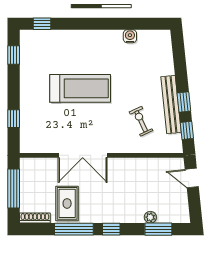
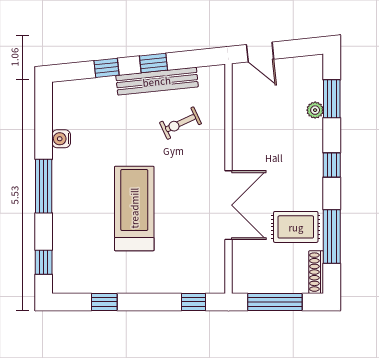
window: (96, 24) -> (44, 186), added
window: (14, 55) -> (104, 302), moved
window: (14, 119) -> (193, 302), moved
window: (187, 130) -> (107, 68), moved
door: (192, 178) -> (260, 52), hinge flipped
window: (74, 229) -> (332, 236), moved

